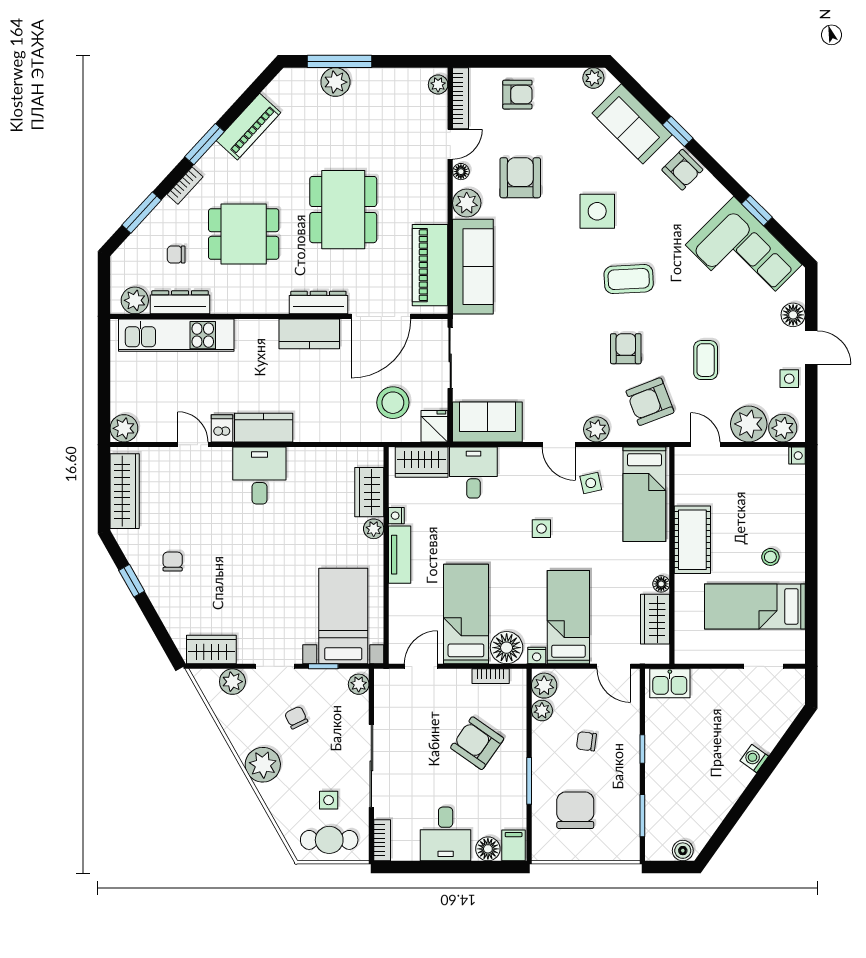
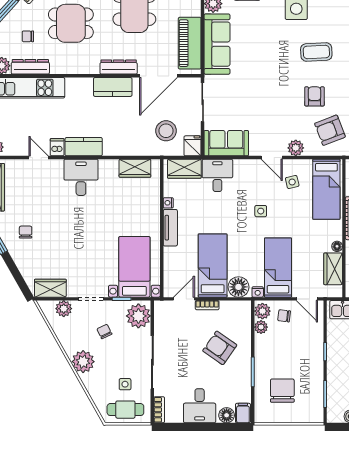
wardrobe: (369, 492) -> (135, 168), moved, turned -90
plant: (374, 529) -> (154, 211), removed
bookcase: (491, 676) -> (207, 305), moved
plant: (359, 684) -> (138, 316), width x1.87, depth x1.87
chair: (586, 741) -> (284, 316), moved

